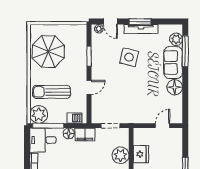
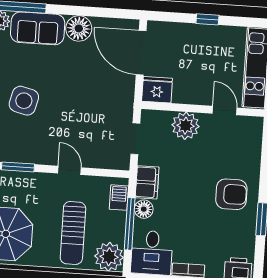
window: (48, 126) -> (130, 224), moved
door: (163, 126) -> (141, 53), width x1.87
fridge: (141, 154) -> (157, 90), moved

